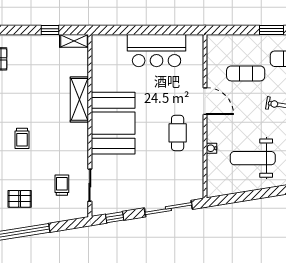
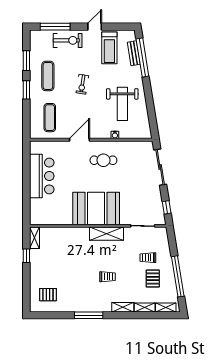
exercise mat: (246, 73) -> (50, 118), moved
shelving: (79, 99) -> (107, 234), moved
trolley: (62, 185) -> (148, 258), moved

